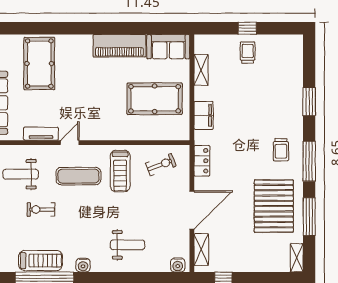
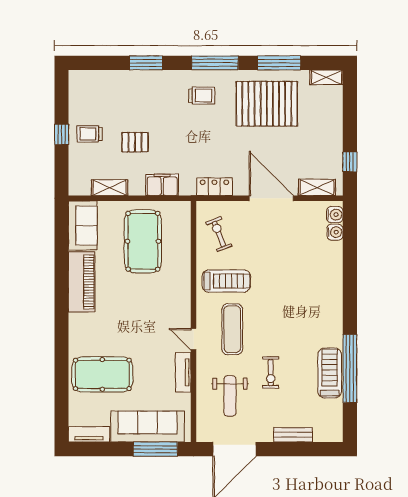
pallet: (240, 92) -> (135, 142), added
weight bench: (128, 245) -> (311, 272), removed
water cooler: (83, 265) -> (335, 232), moved

